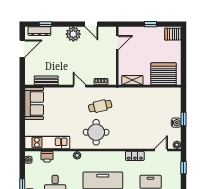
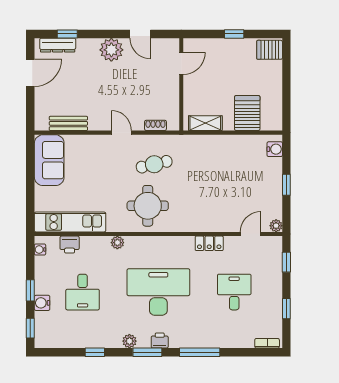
server rack: (164, 74) -> (247, 113), width x0.62
water cooler: (176, 123) -> (275, 149), moved

